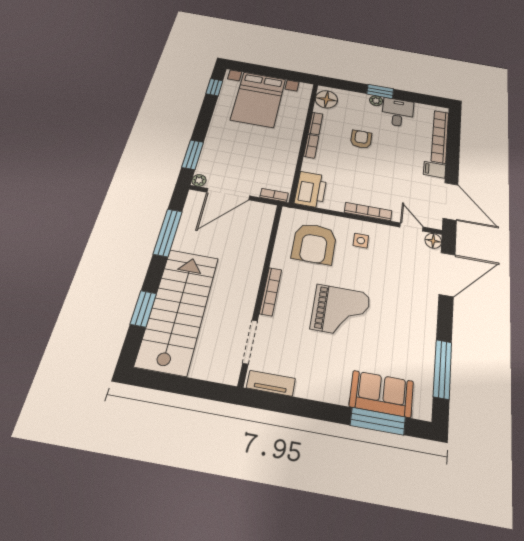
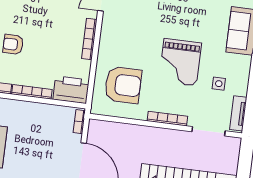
bookcase: (311, 146) -> (32, 92), width x1.56
side table: (361, 241) -> (219, 84), moved
grand piano: (341, 311) -> (180, 62), turned 180

